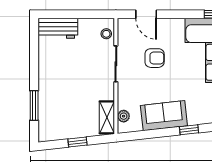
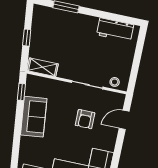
workbench: (58, 28) -> (115, 30), moved, turned -90
plant: (124, 116) -> (41, 82), removed
window: (189, 130) -> (21, 92), moved

